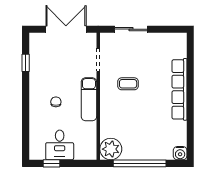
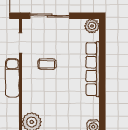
sliding door: (131, 29) -> (50, 16), width x1.37
plant: (179, 41) -> (92, 26), added

